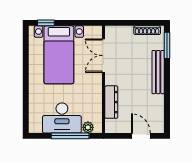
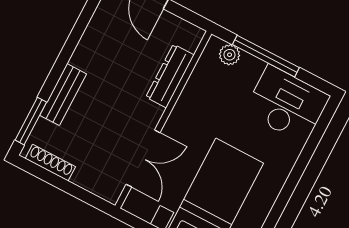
bench: (158, 72) -> (63, 95), width x0.73
desk: (62, 118) -> (287, 104), moved

